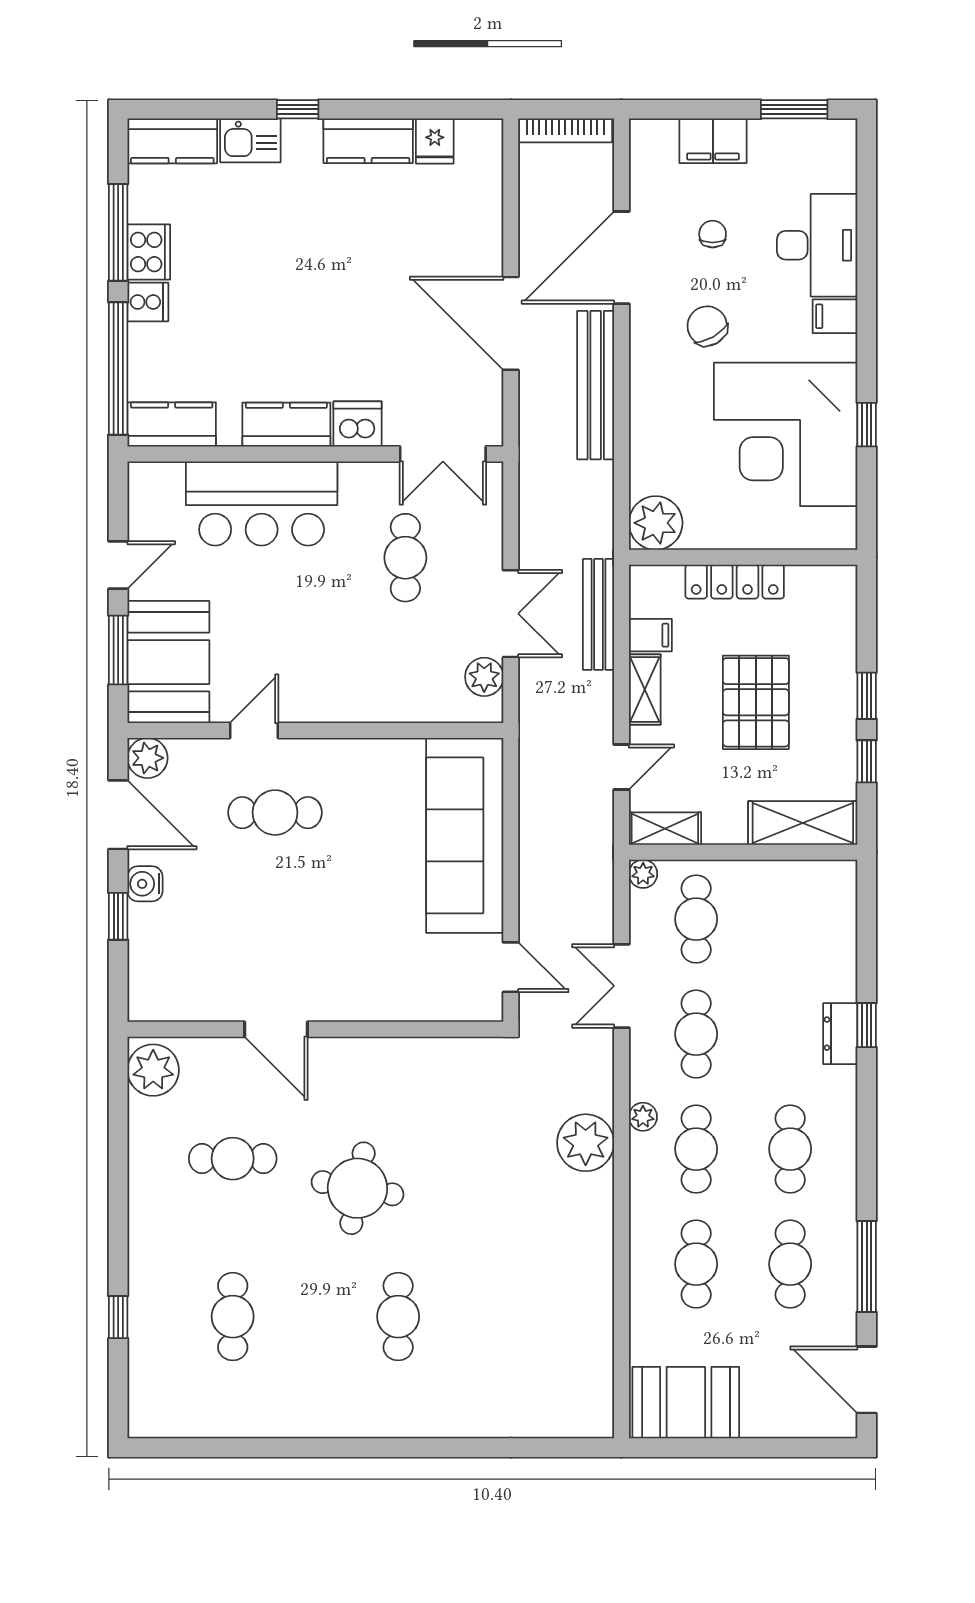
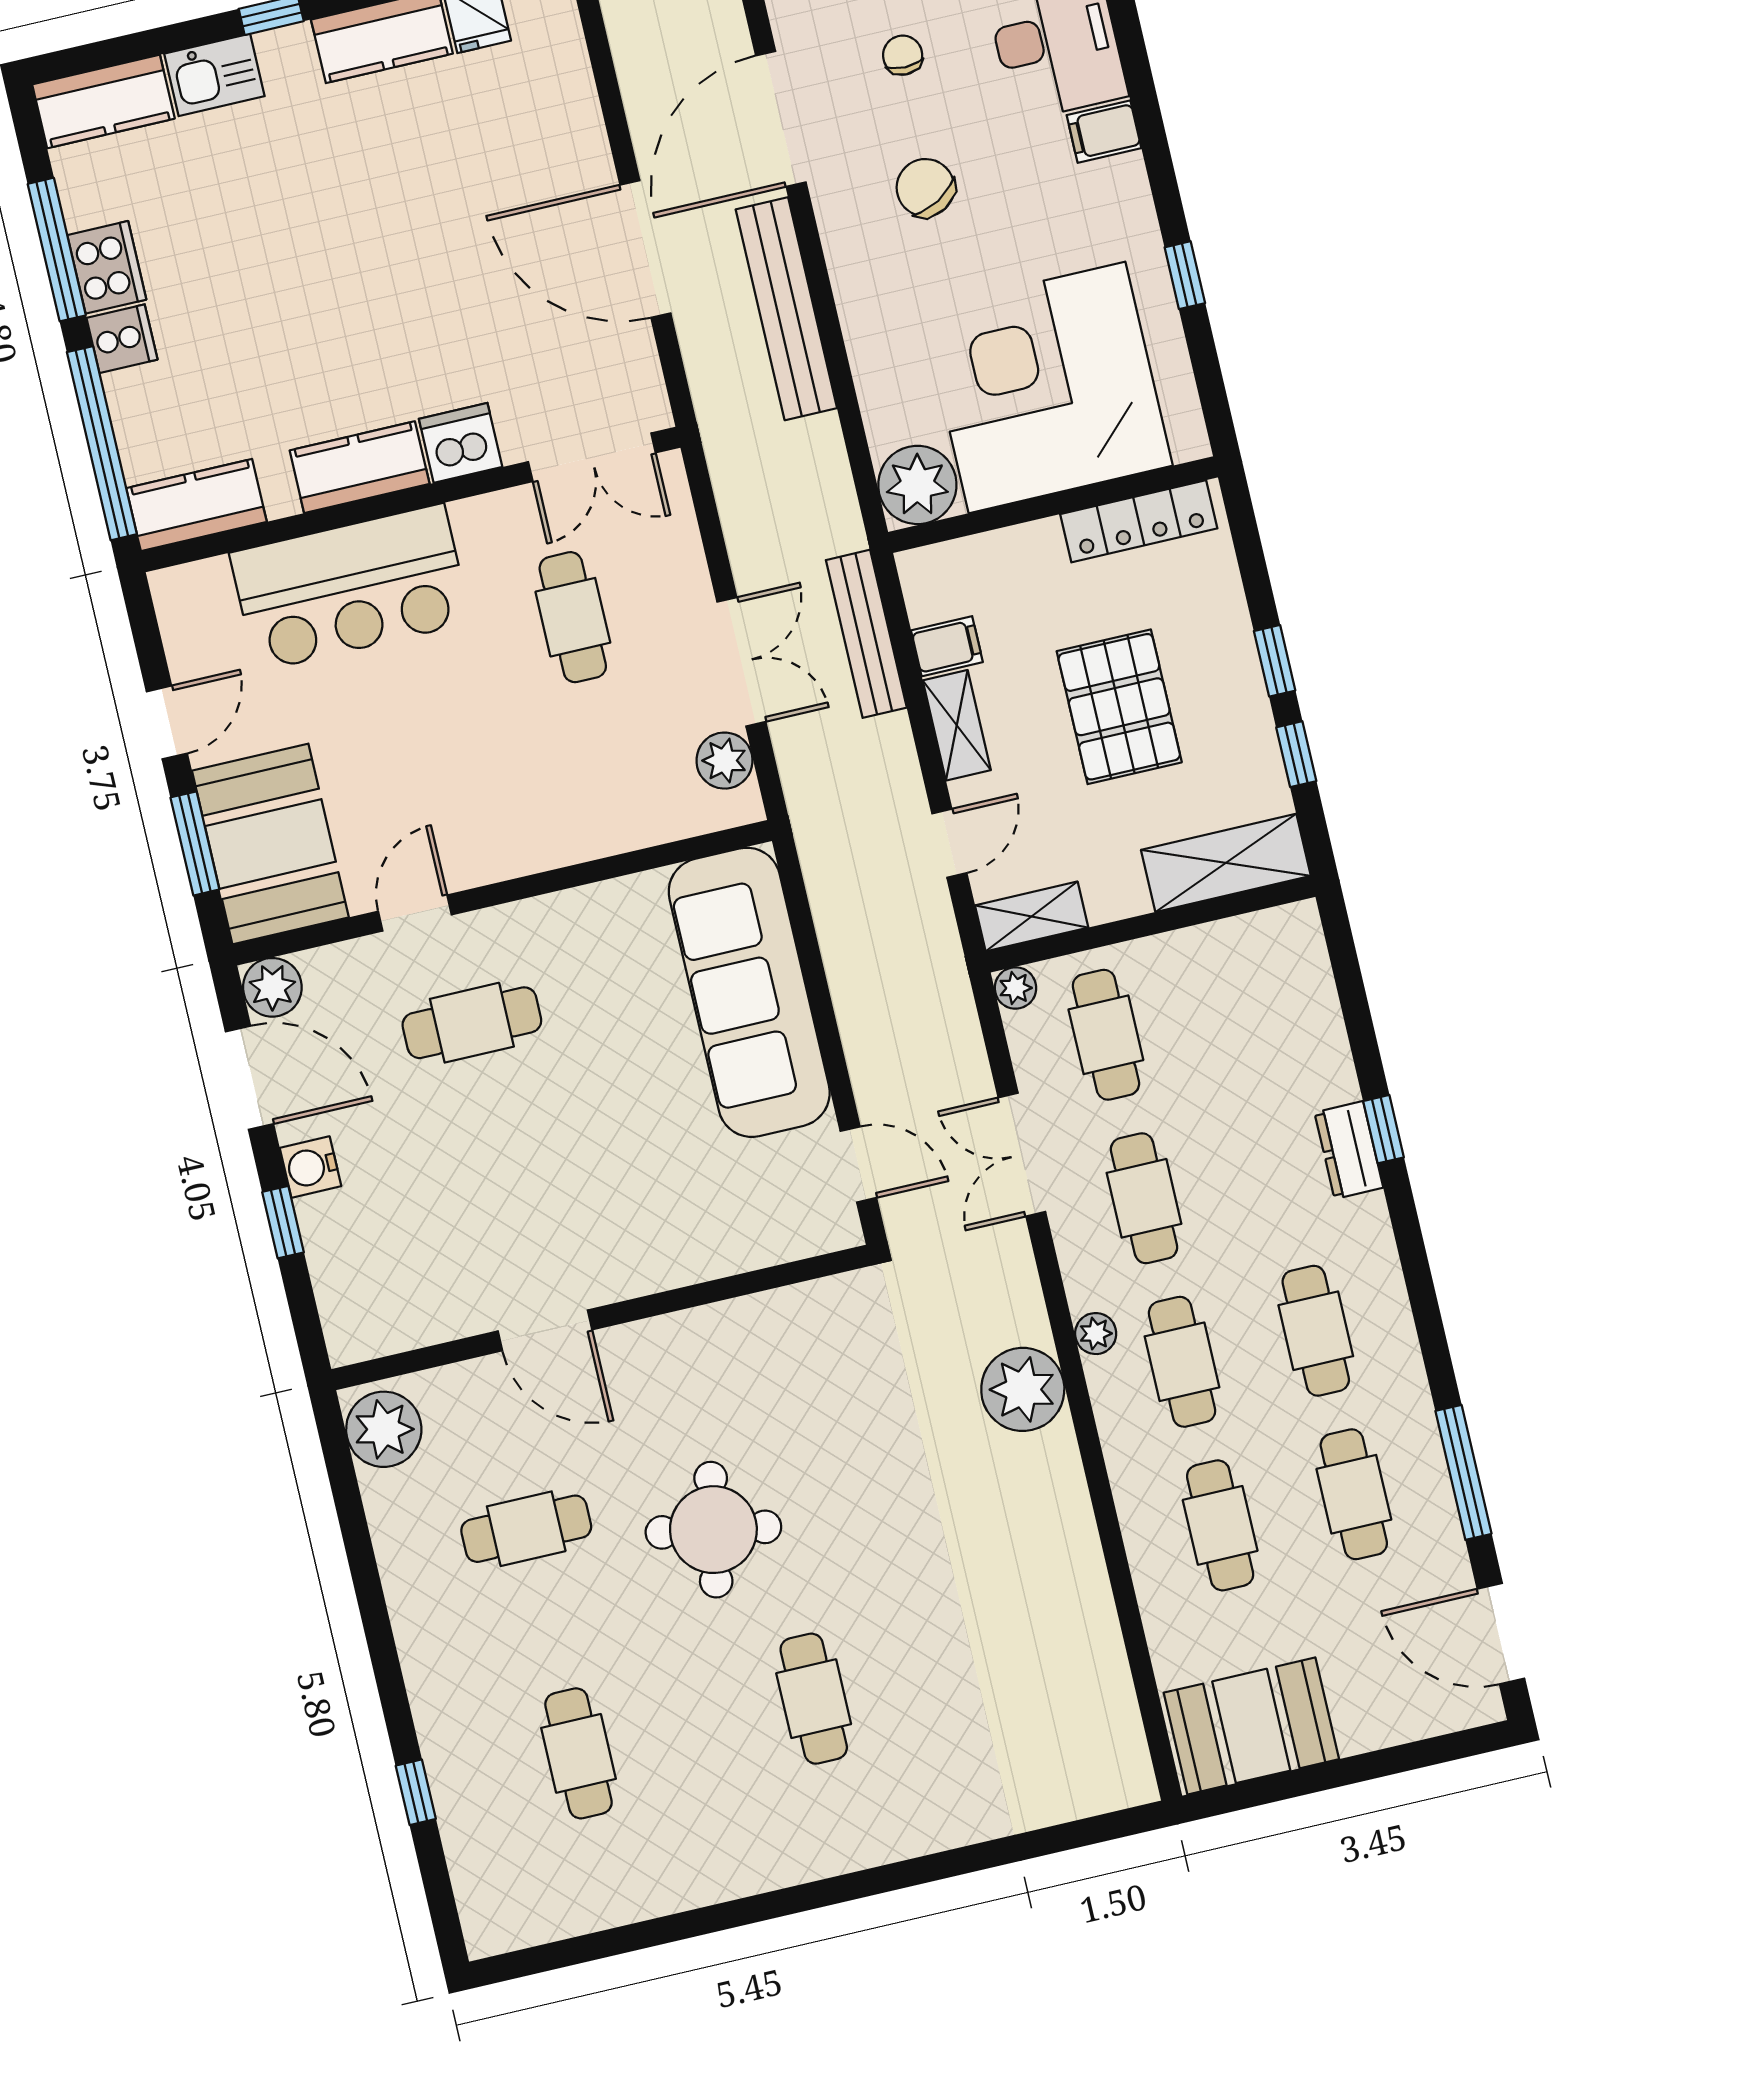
corner desk: (786, 434) -> (1047, 387), moved, turned 90
locker: (735, 582) -> (1139, 521), moved

